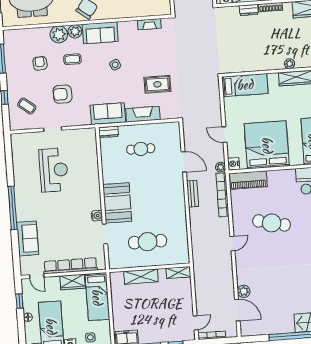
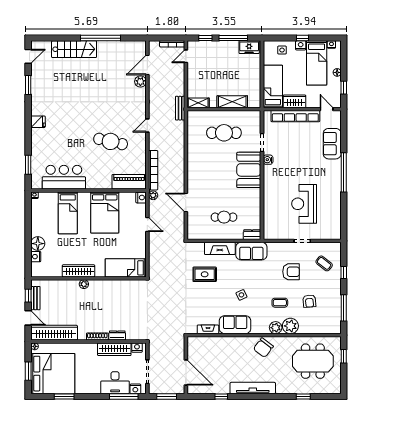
sofa: (100, 33) -> (235, 325), moved
bed: (267, 145) -> (105, 212), width x0.73
bench: (193, 194) -> (180, 108), moved
door: (237, 310) -> (147, 65), hinge flipped

